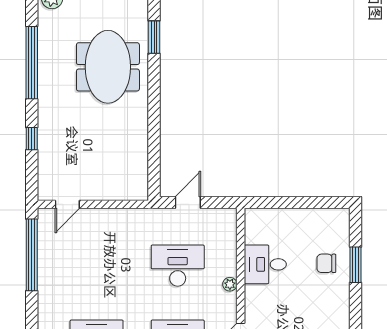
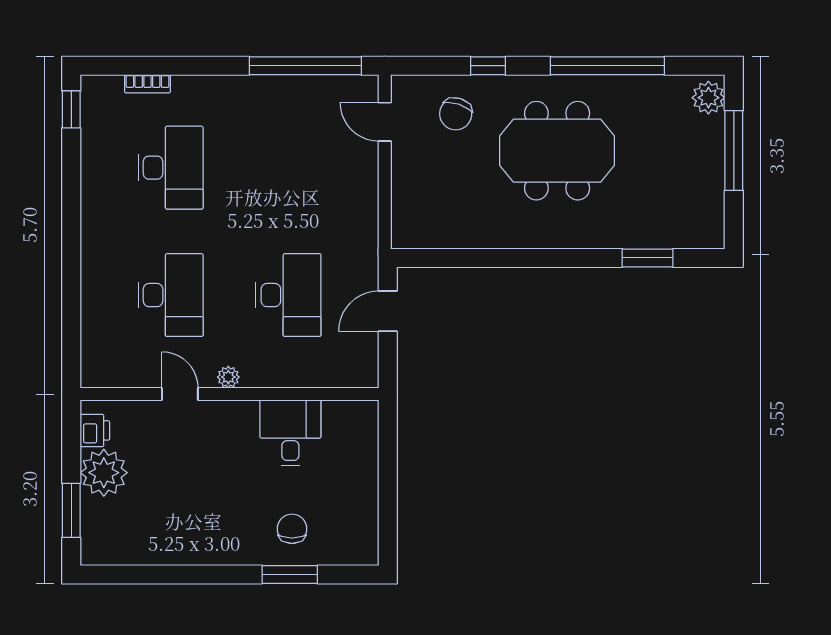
meeting table: (108, 67) -> (557, 151), moved
chair: (62, 159) -> (456, 114), added
door: (188, 202) -> (388, 311), swing flipped
plant: (230, 284) -> (228, 377), moved

